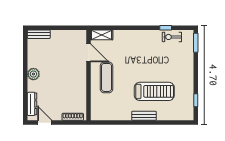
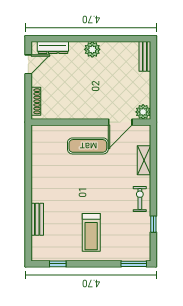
shelving: (102, 35) -> (144, 160), moved
plant: (81, 36) -> (143, 112), added
exercise bike: (172, 37) -> (140, 199), moved
treadmill: (154, 91) -> (91, 232), moved, width x0.73, depth x0.73
bench: (144, 116) -> (37, 219), moved

